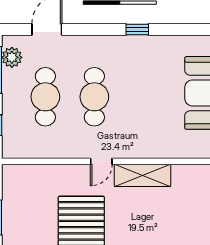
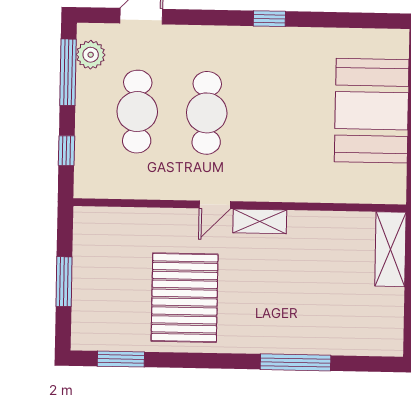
shelving: (143, 175) -> (260, 221), width x0.67, depth x0.75

